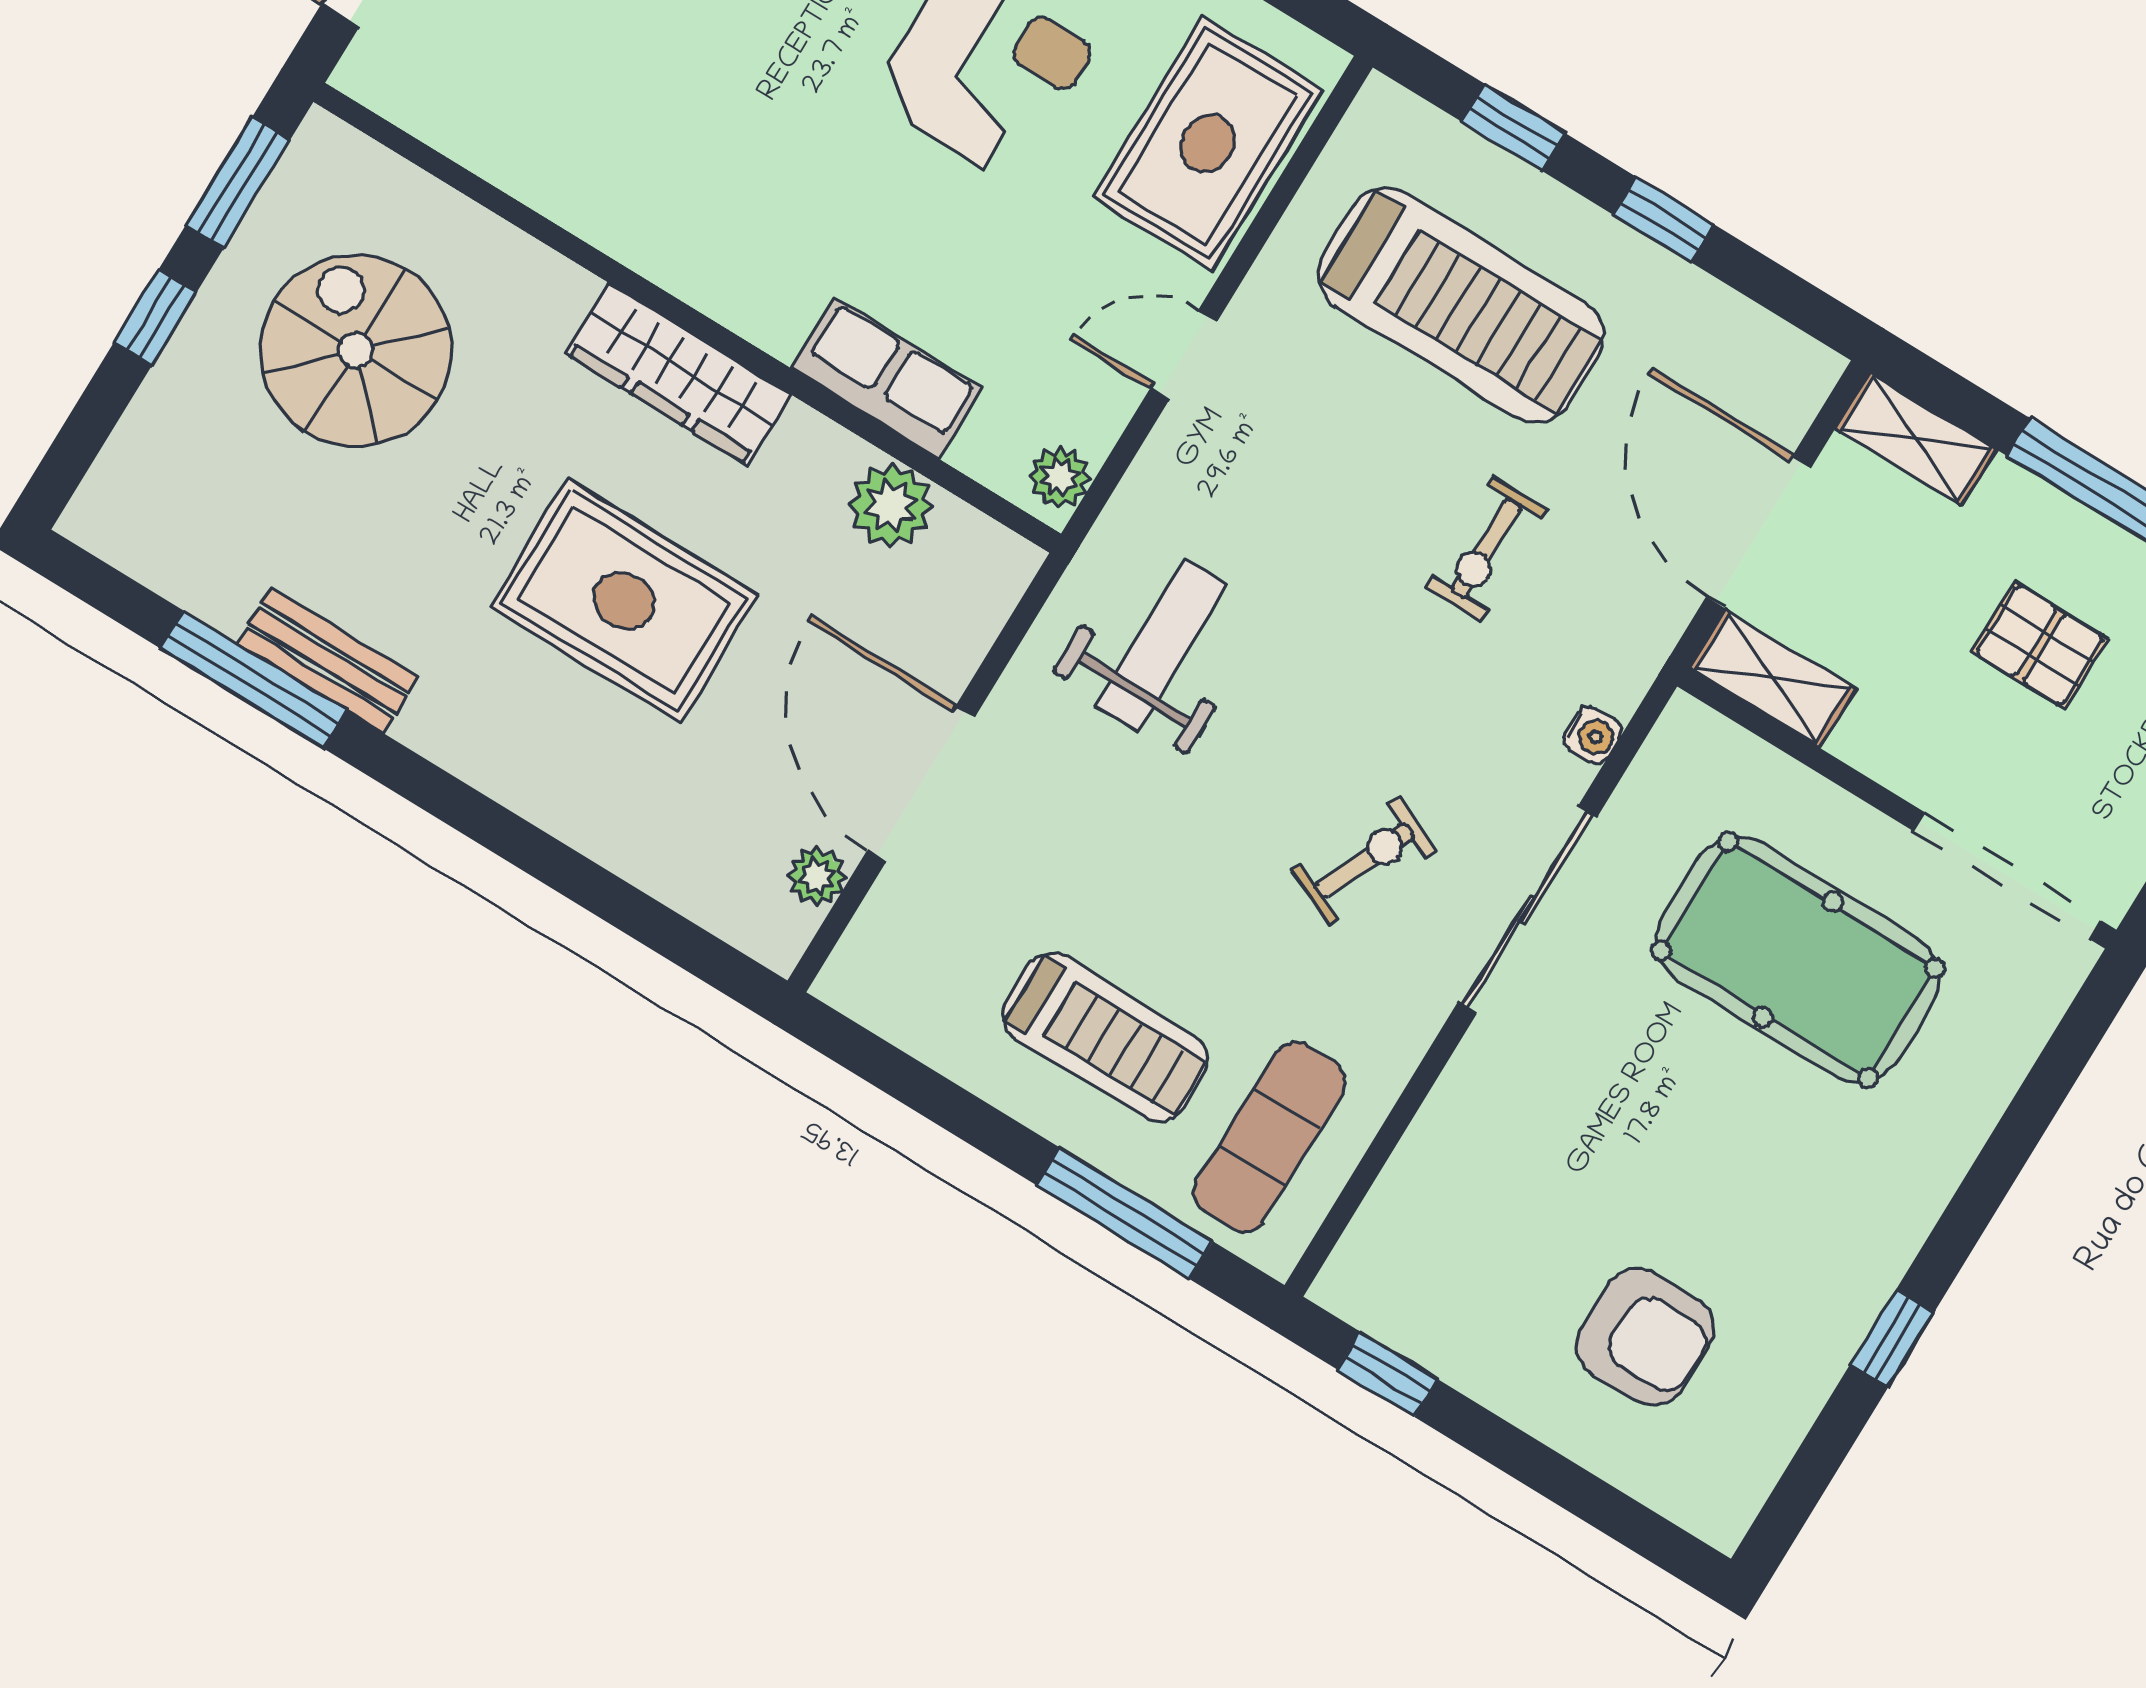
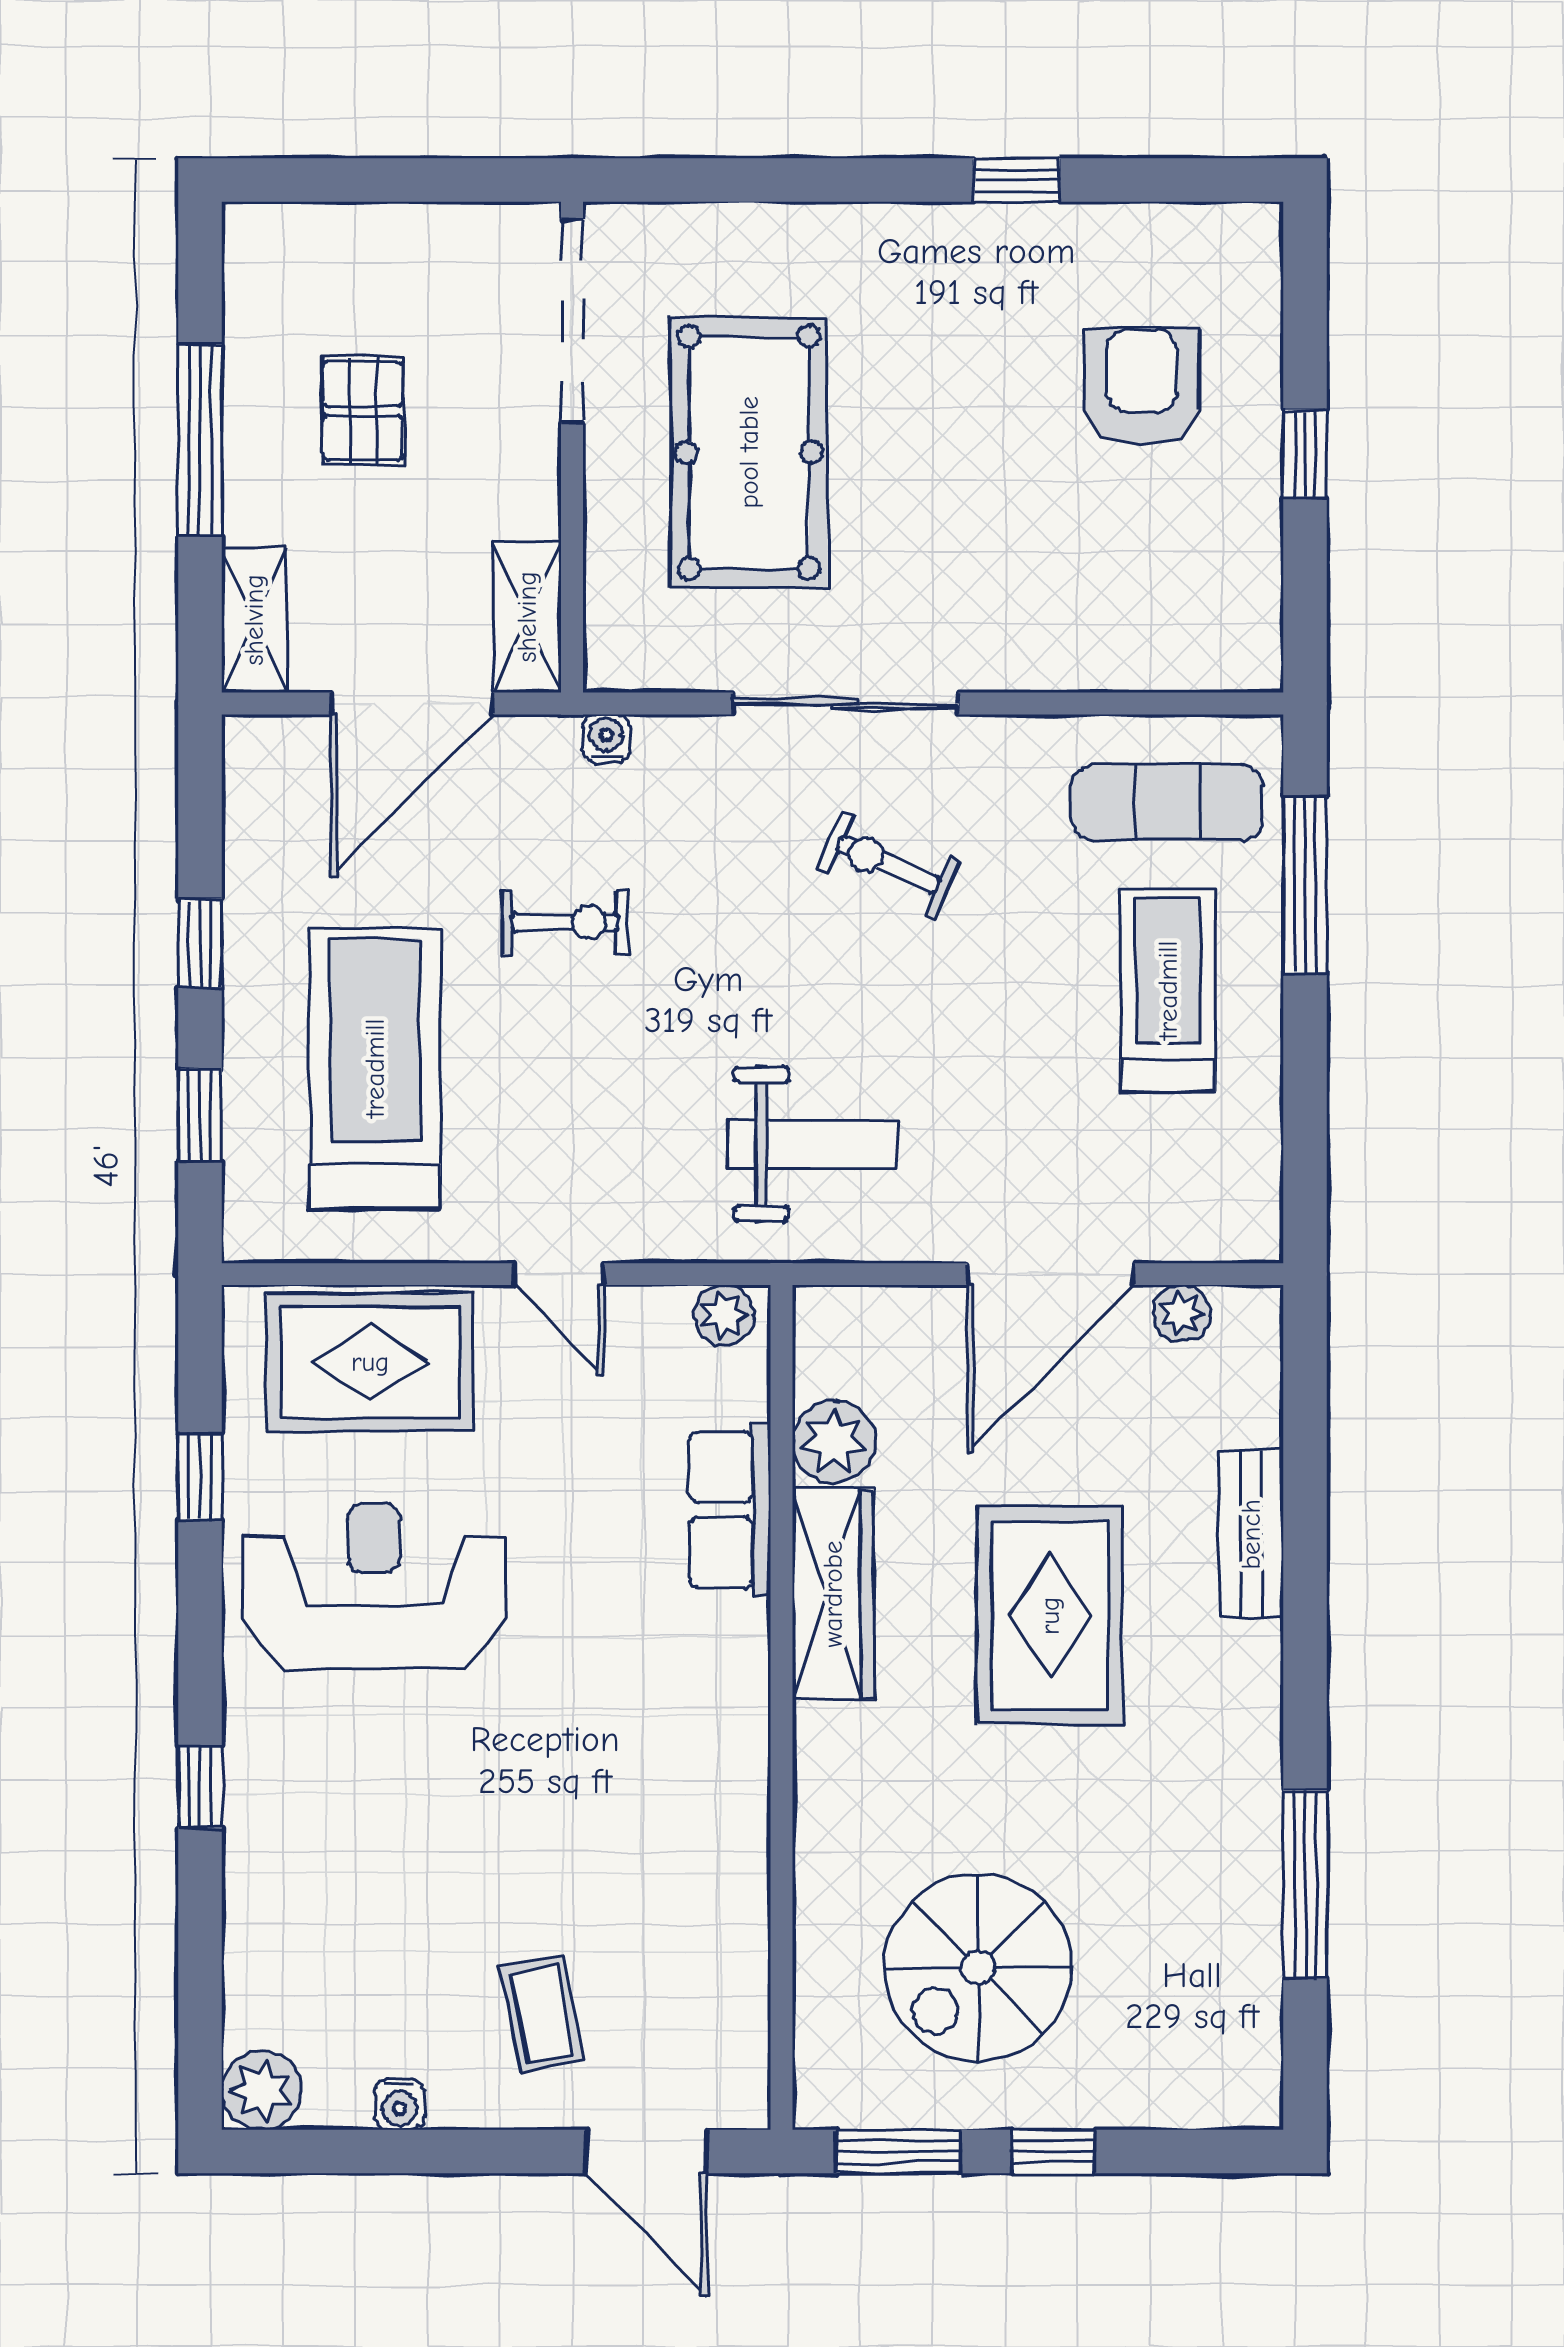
wardrobe: (678, 374) -> (833, 1594), moved
weight bench: (1161, 645) -> (812, 1144), turned 180
bench: (328, 661) -> (1251, 1534), moved
water cooler: (1592, 735) -> (606, 739), moved
window: (1387, 1374) -> (1305, 454), moved

